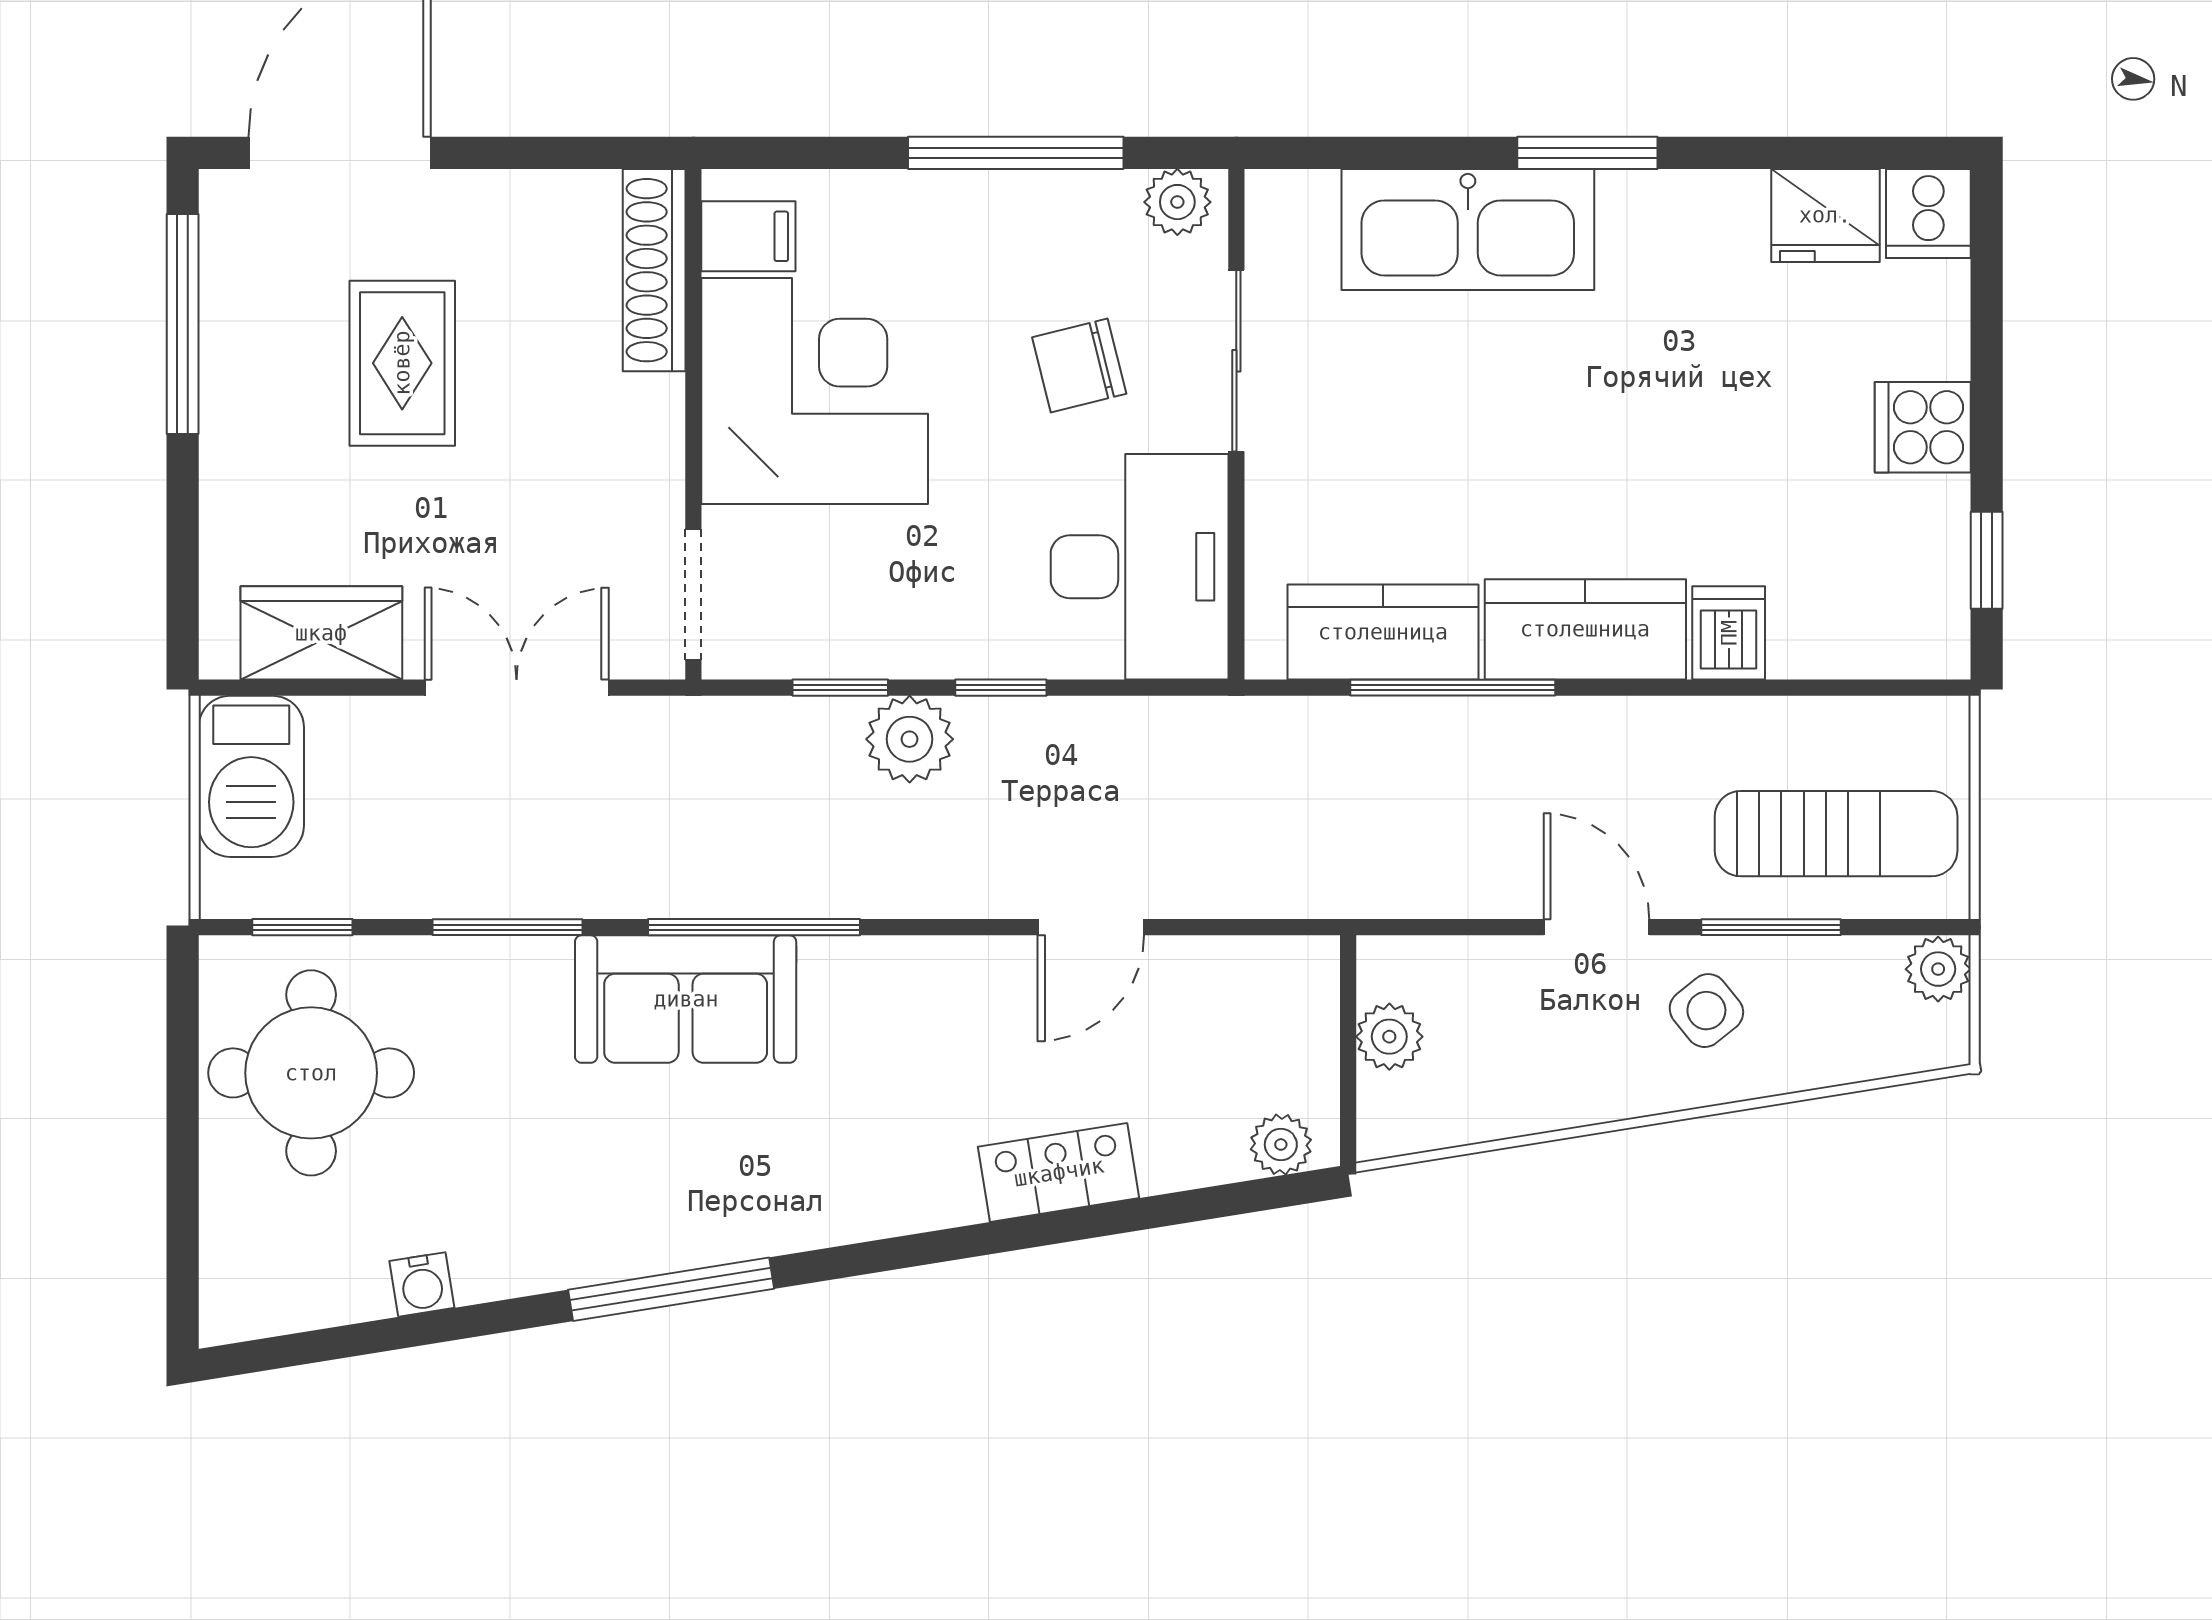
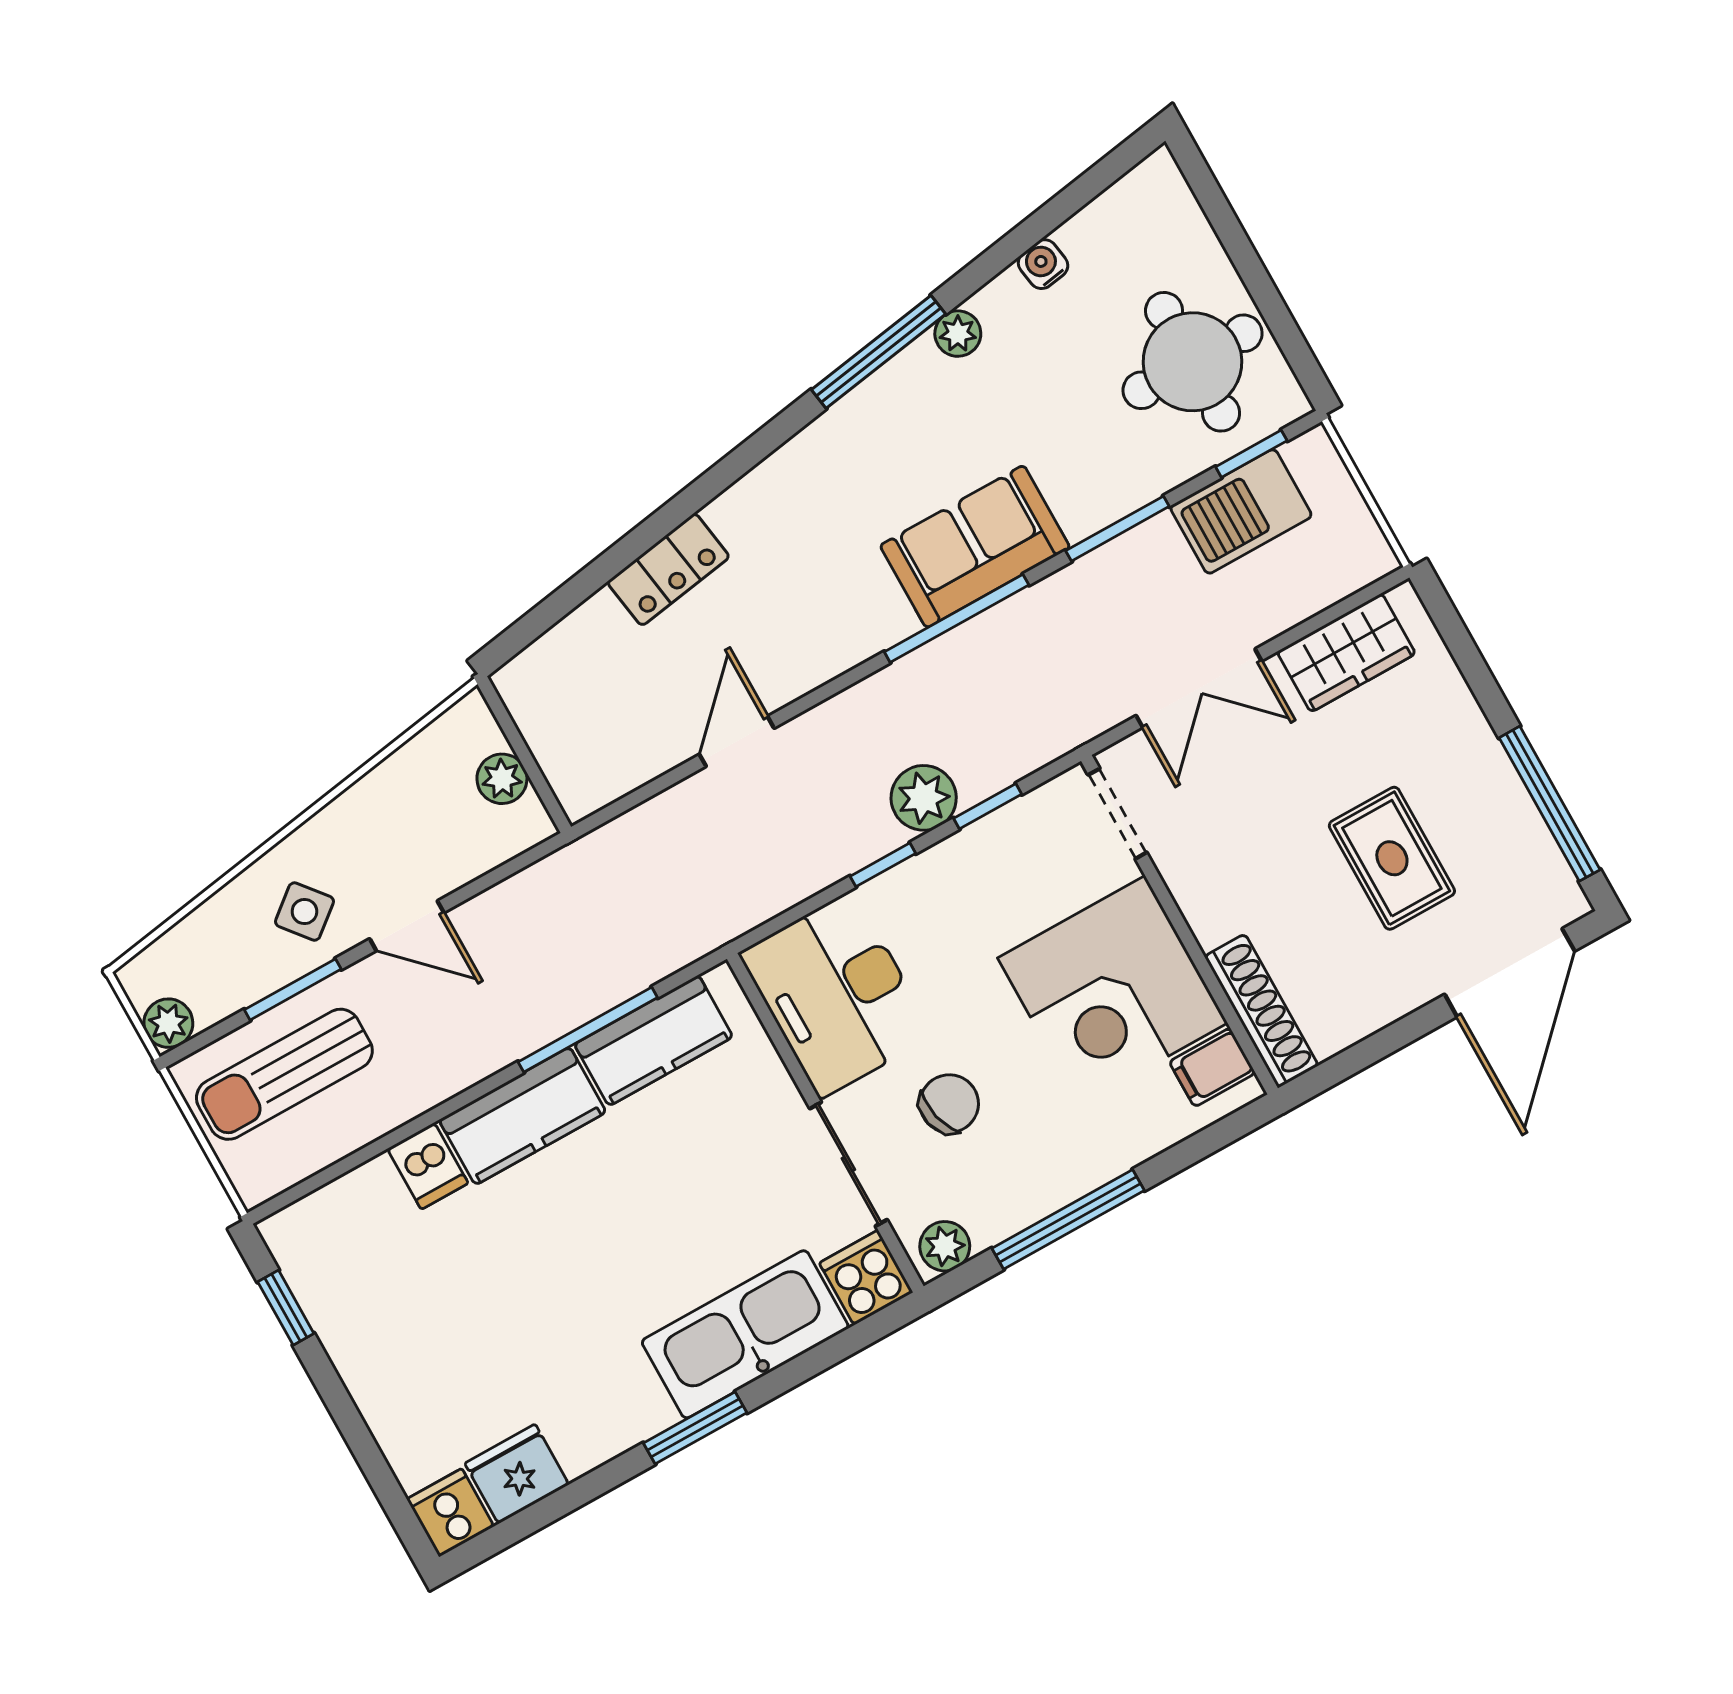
cooker: (1923, 427) -> (866, 1278), moved, turned -90
barbecue: (251, 776) -> (1241, 511), moved, turned -90
plant: (1281, 1144) -> (958, 334), moved

